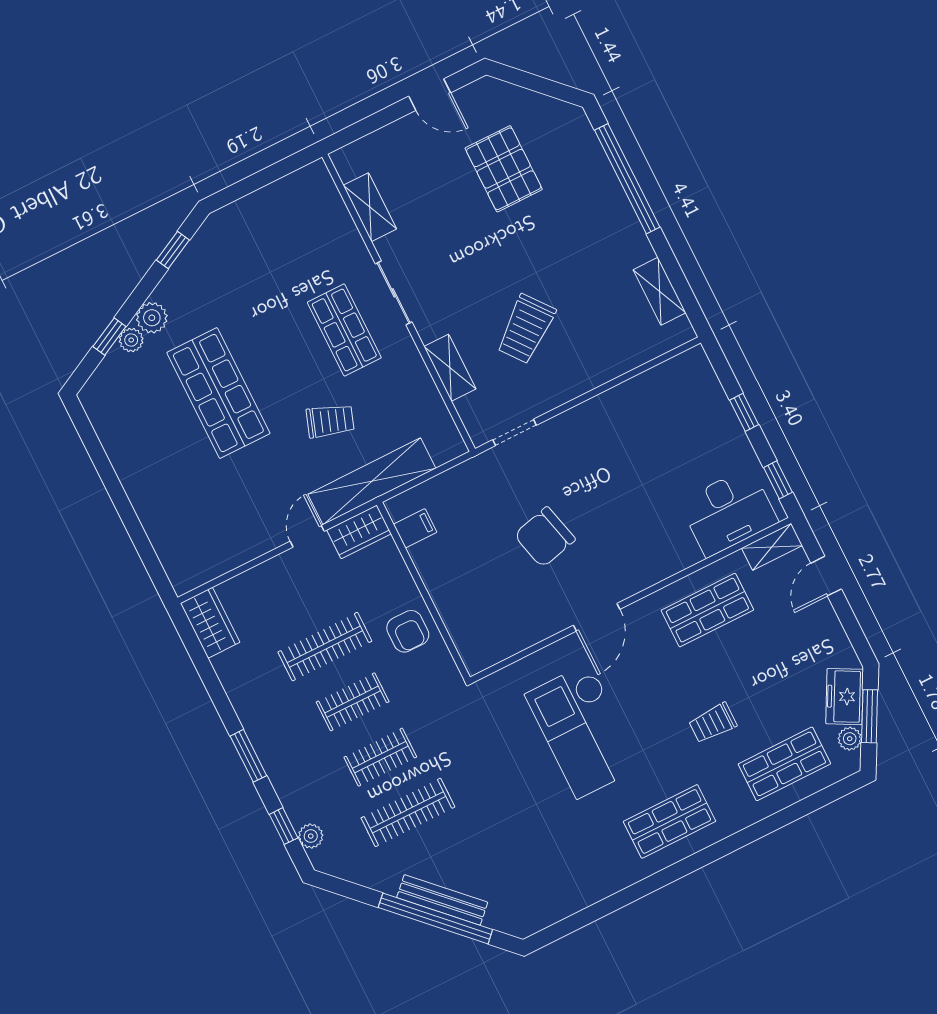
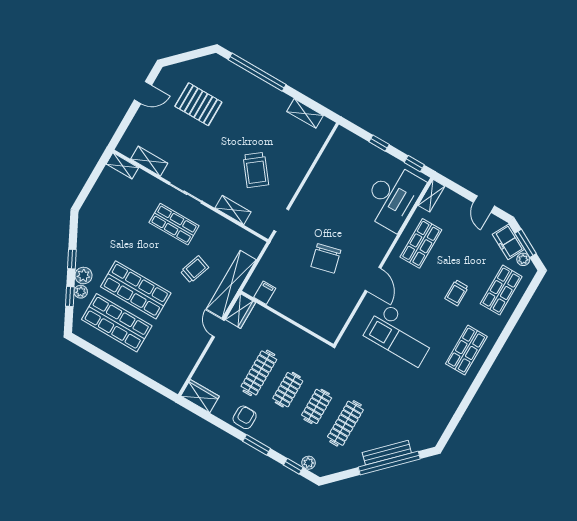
shelving: (323, 187) -> (122, 166), added
window: (173, 250) -> (72, 259), moved
shop shelf: (155, 425) -> (117, 323), added
desk: (728, 512) -> (393, 197), width x1.36, depth x1.30
door: (826, 576) -> (484, 204), moved
armchair: (408, 631) -> (245, 417), moved, turned -89

